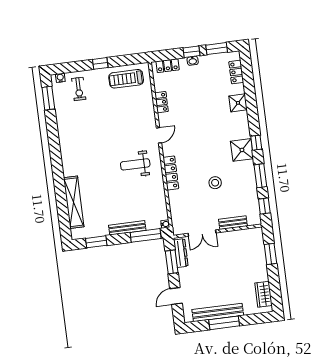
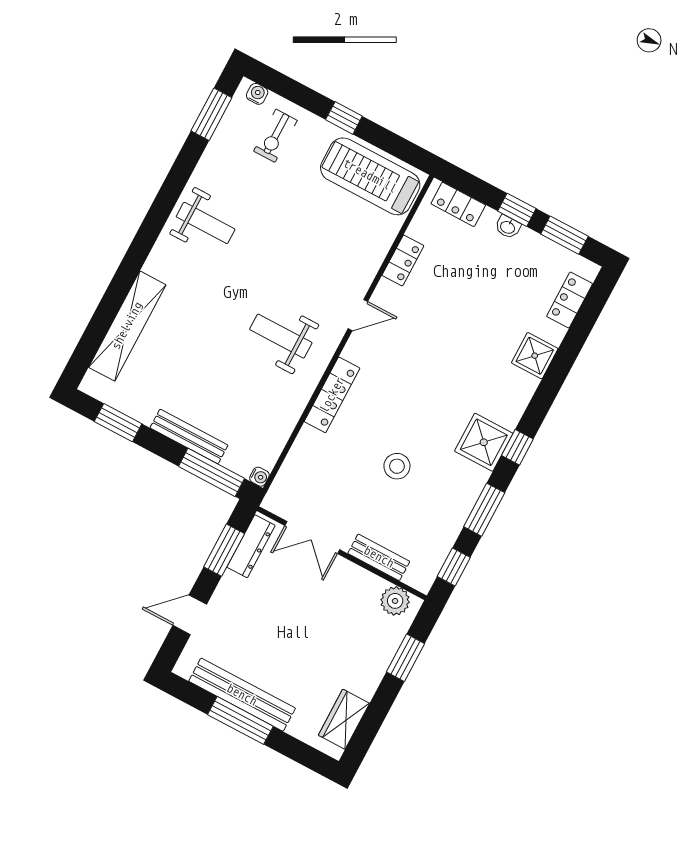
treadmill: (126, 79) -> (370, 176), width x1.37, depth x1.38
weight bench: (76, 141) -> (206, 223), added
plant: (251, 235) -> (395, 601), added

